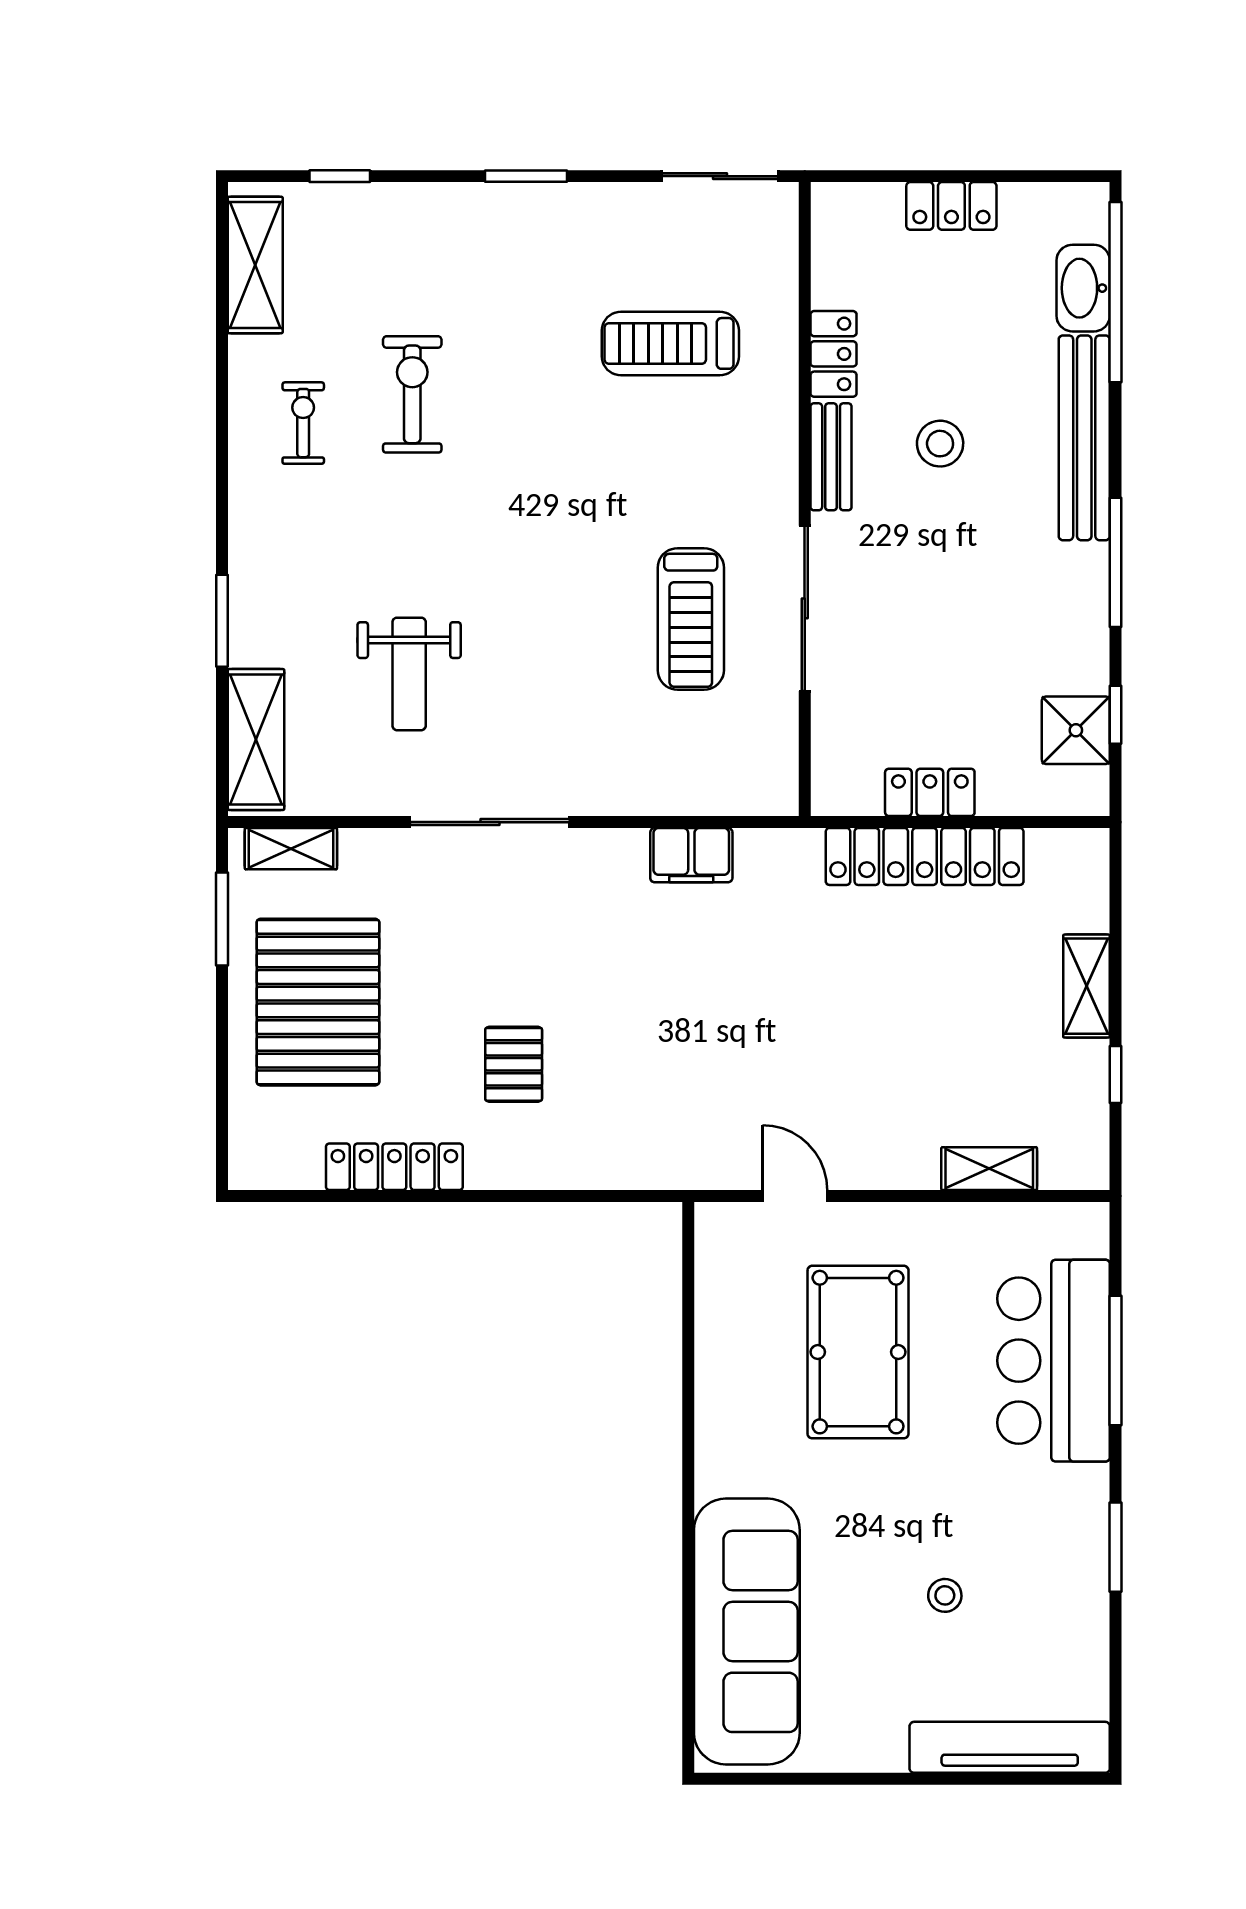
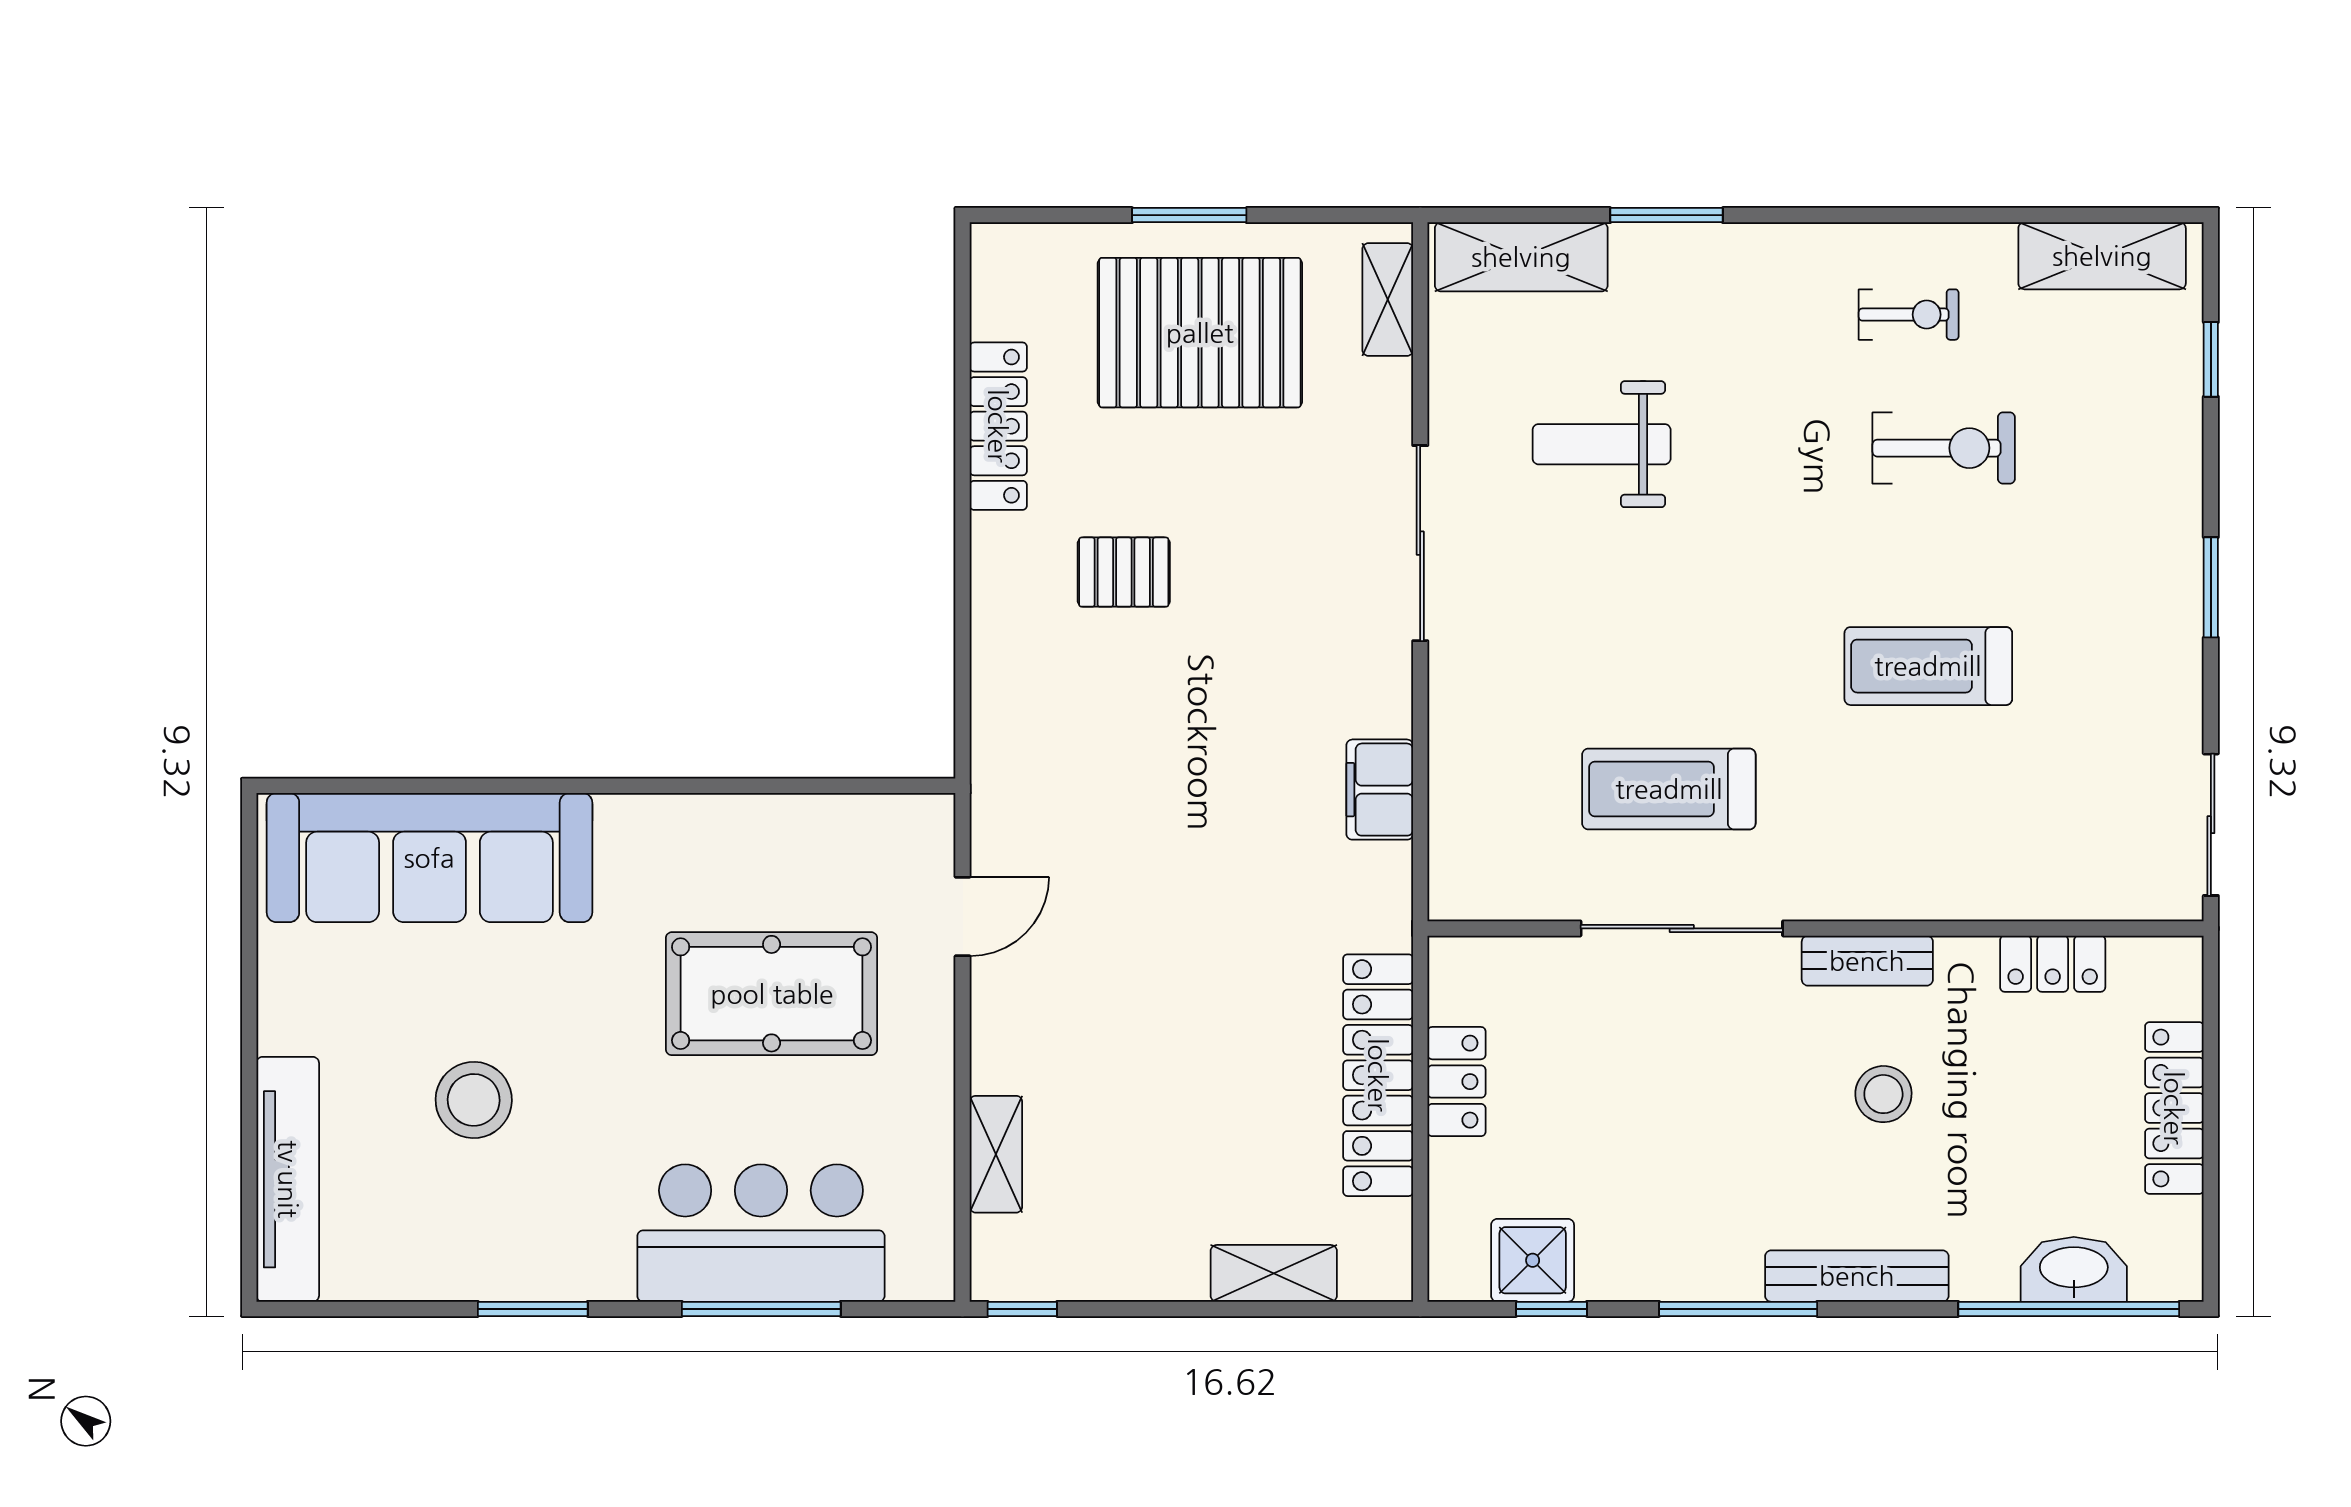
locker: (951, 206) -> (2174, 1108), width x1.53
treadmill: (670, 343) -> (1928, 666), moved, turned -90
locker: (834, 354) -> (2053, 964), moved
bench: (1084, 438) -> (1857, 1276), width x0.73, depth x0.82
window: (222, 919) -> (1189, 215), moved
shelving: (1087, 986) -> (1274, 1273), moved
window: (1116, 1075) -> (1022, 1309), moved
stool: (945, 1595) -> (474, 1100), width x1.89, depth x1.89

